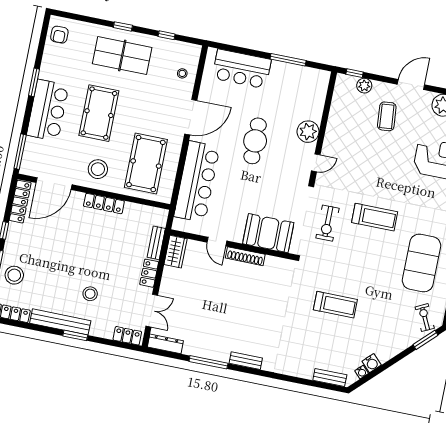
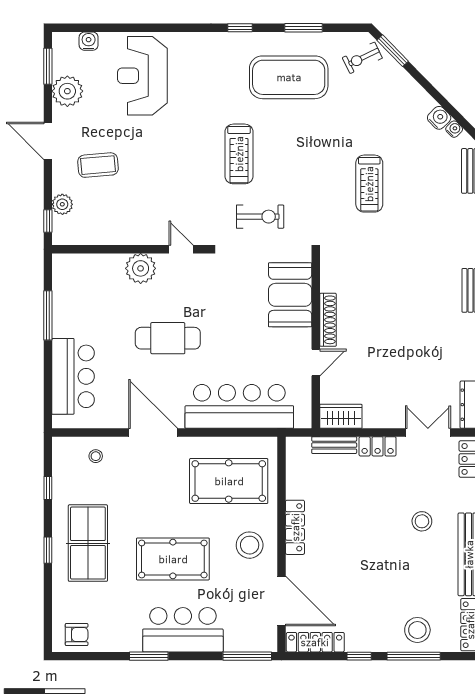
treadmill: (375, 217) -> (239, 154), turned 180
treadmill: (335, 305) -> (369, 184), turned 180

